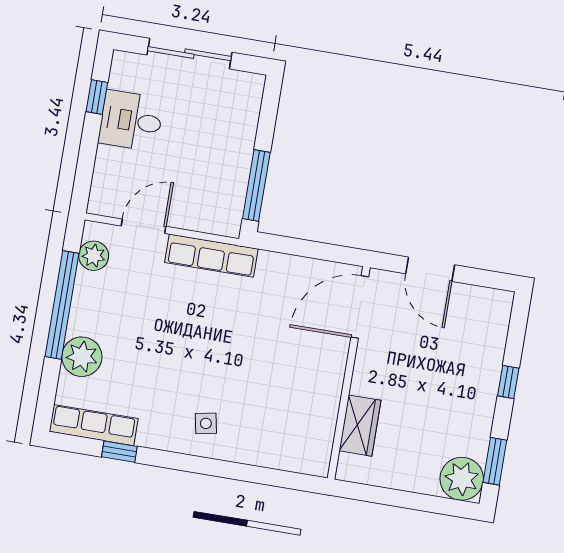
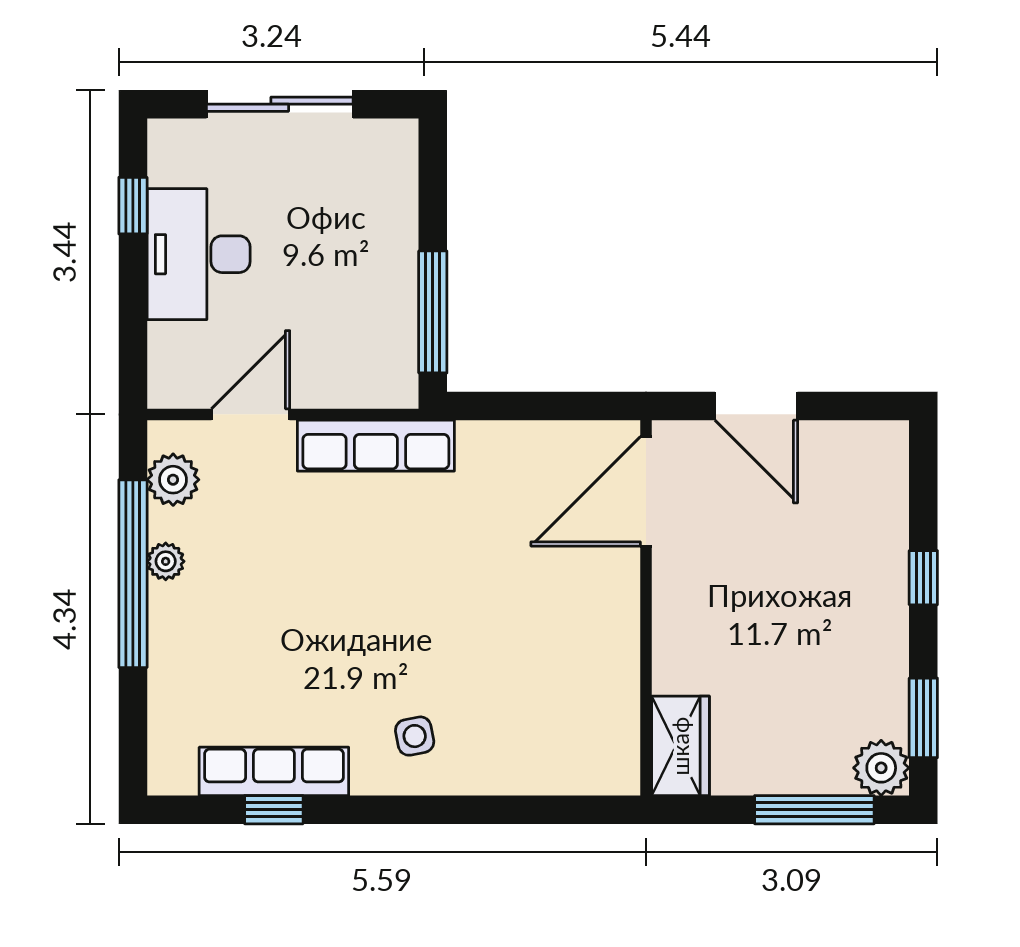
desk: (131, 121) -> (199, 254), width x1.37
plant: (82, 357) -> (166, 561), moved, width x0.53, depth x0.53
row of seats: (94, 425) -> (274, 771), moved
wardrobe: (360, 426) -> (680, 746), moved
plant: (462, 479) -> (881, 768), width x0.73, depth x0.73
window: (425, 503) -> (814, 810), added

